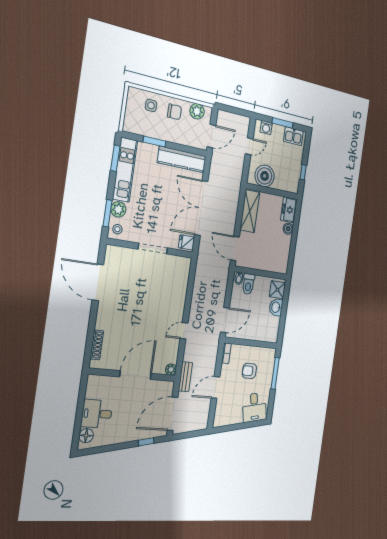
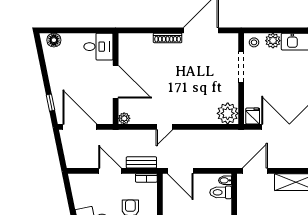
window: (108, 213) -> (267, 30), removed
doorway: (153, 249) -> (241, 67), moved
plant: (181, 267) -> (228, 113), added
door: (184, 331) -> (164, 127), swing flipped
shoe rack: (97, 345) -> (168, 38), moved
bench: (185, 377) -> (141, 162), moved
desk: (97, 414) -> (98, 47), moved, turned 90

